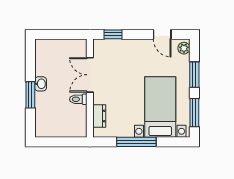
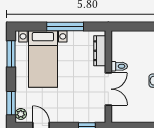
window: (194, 75) -> (11, 103), moved
dresser: (99, 116) -> (100, 51), width x1.44

